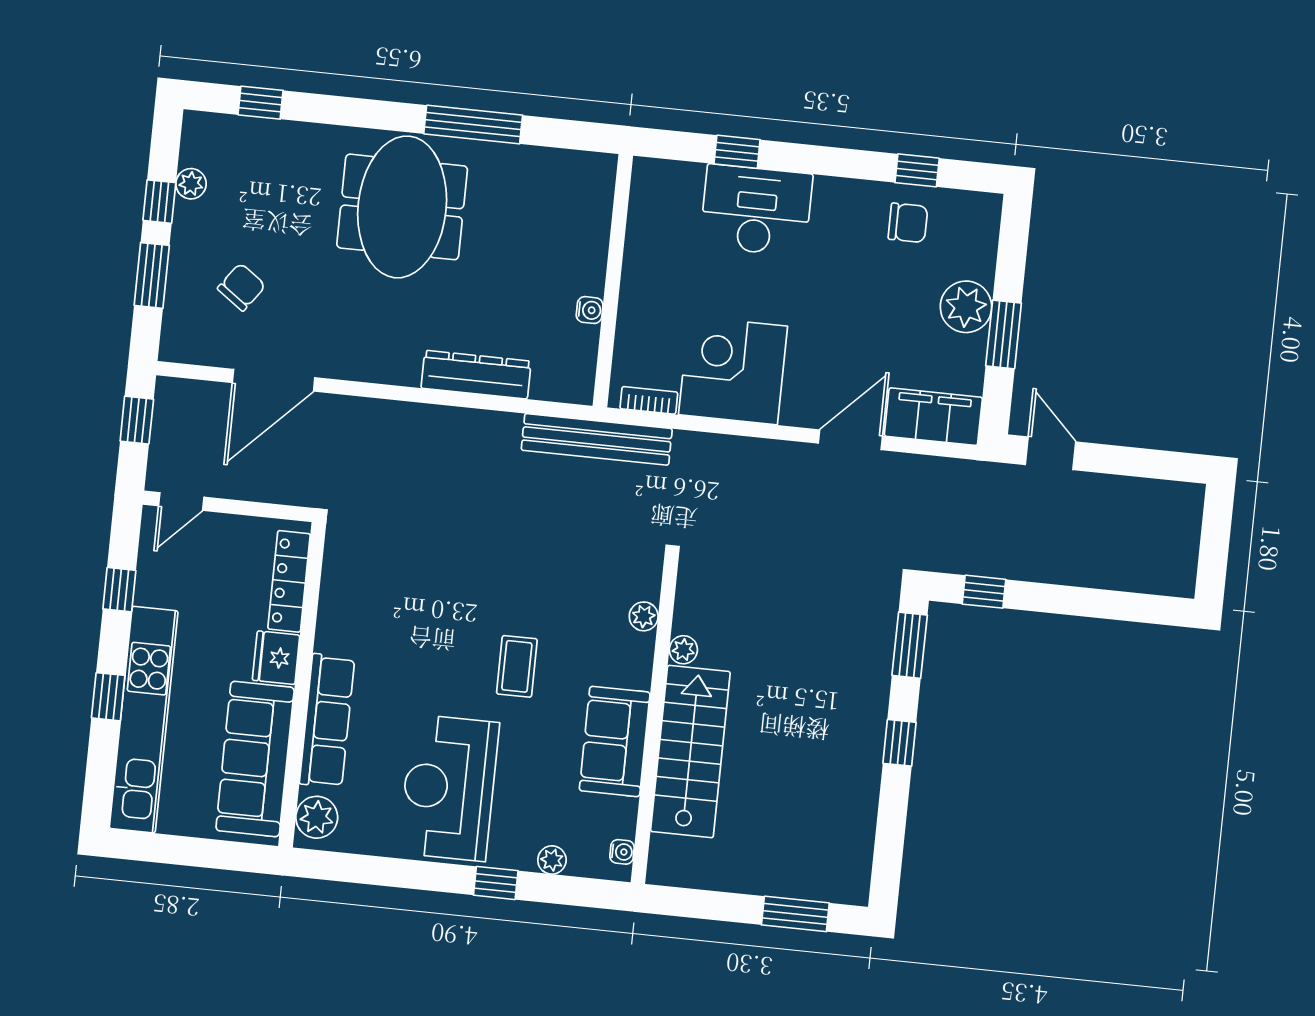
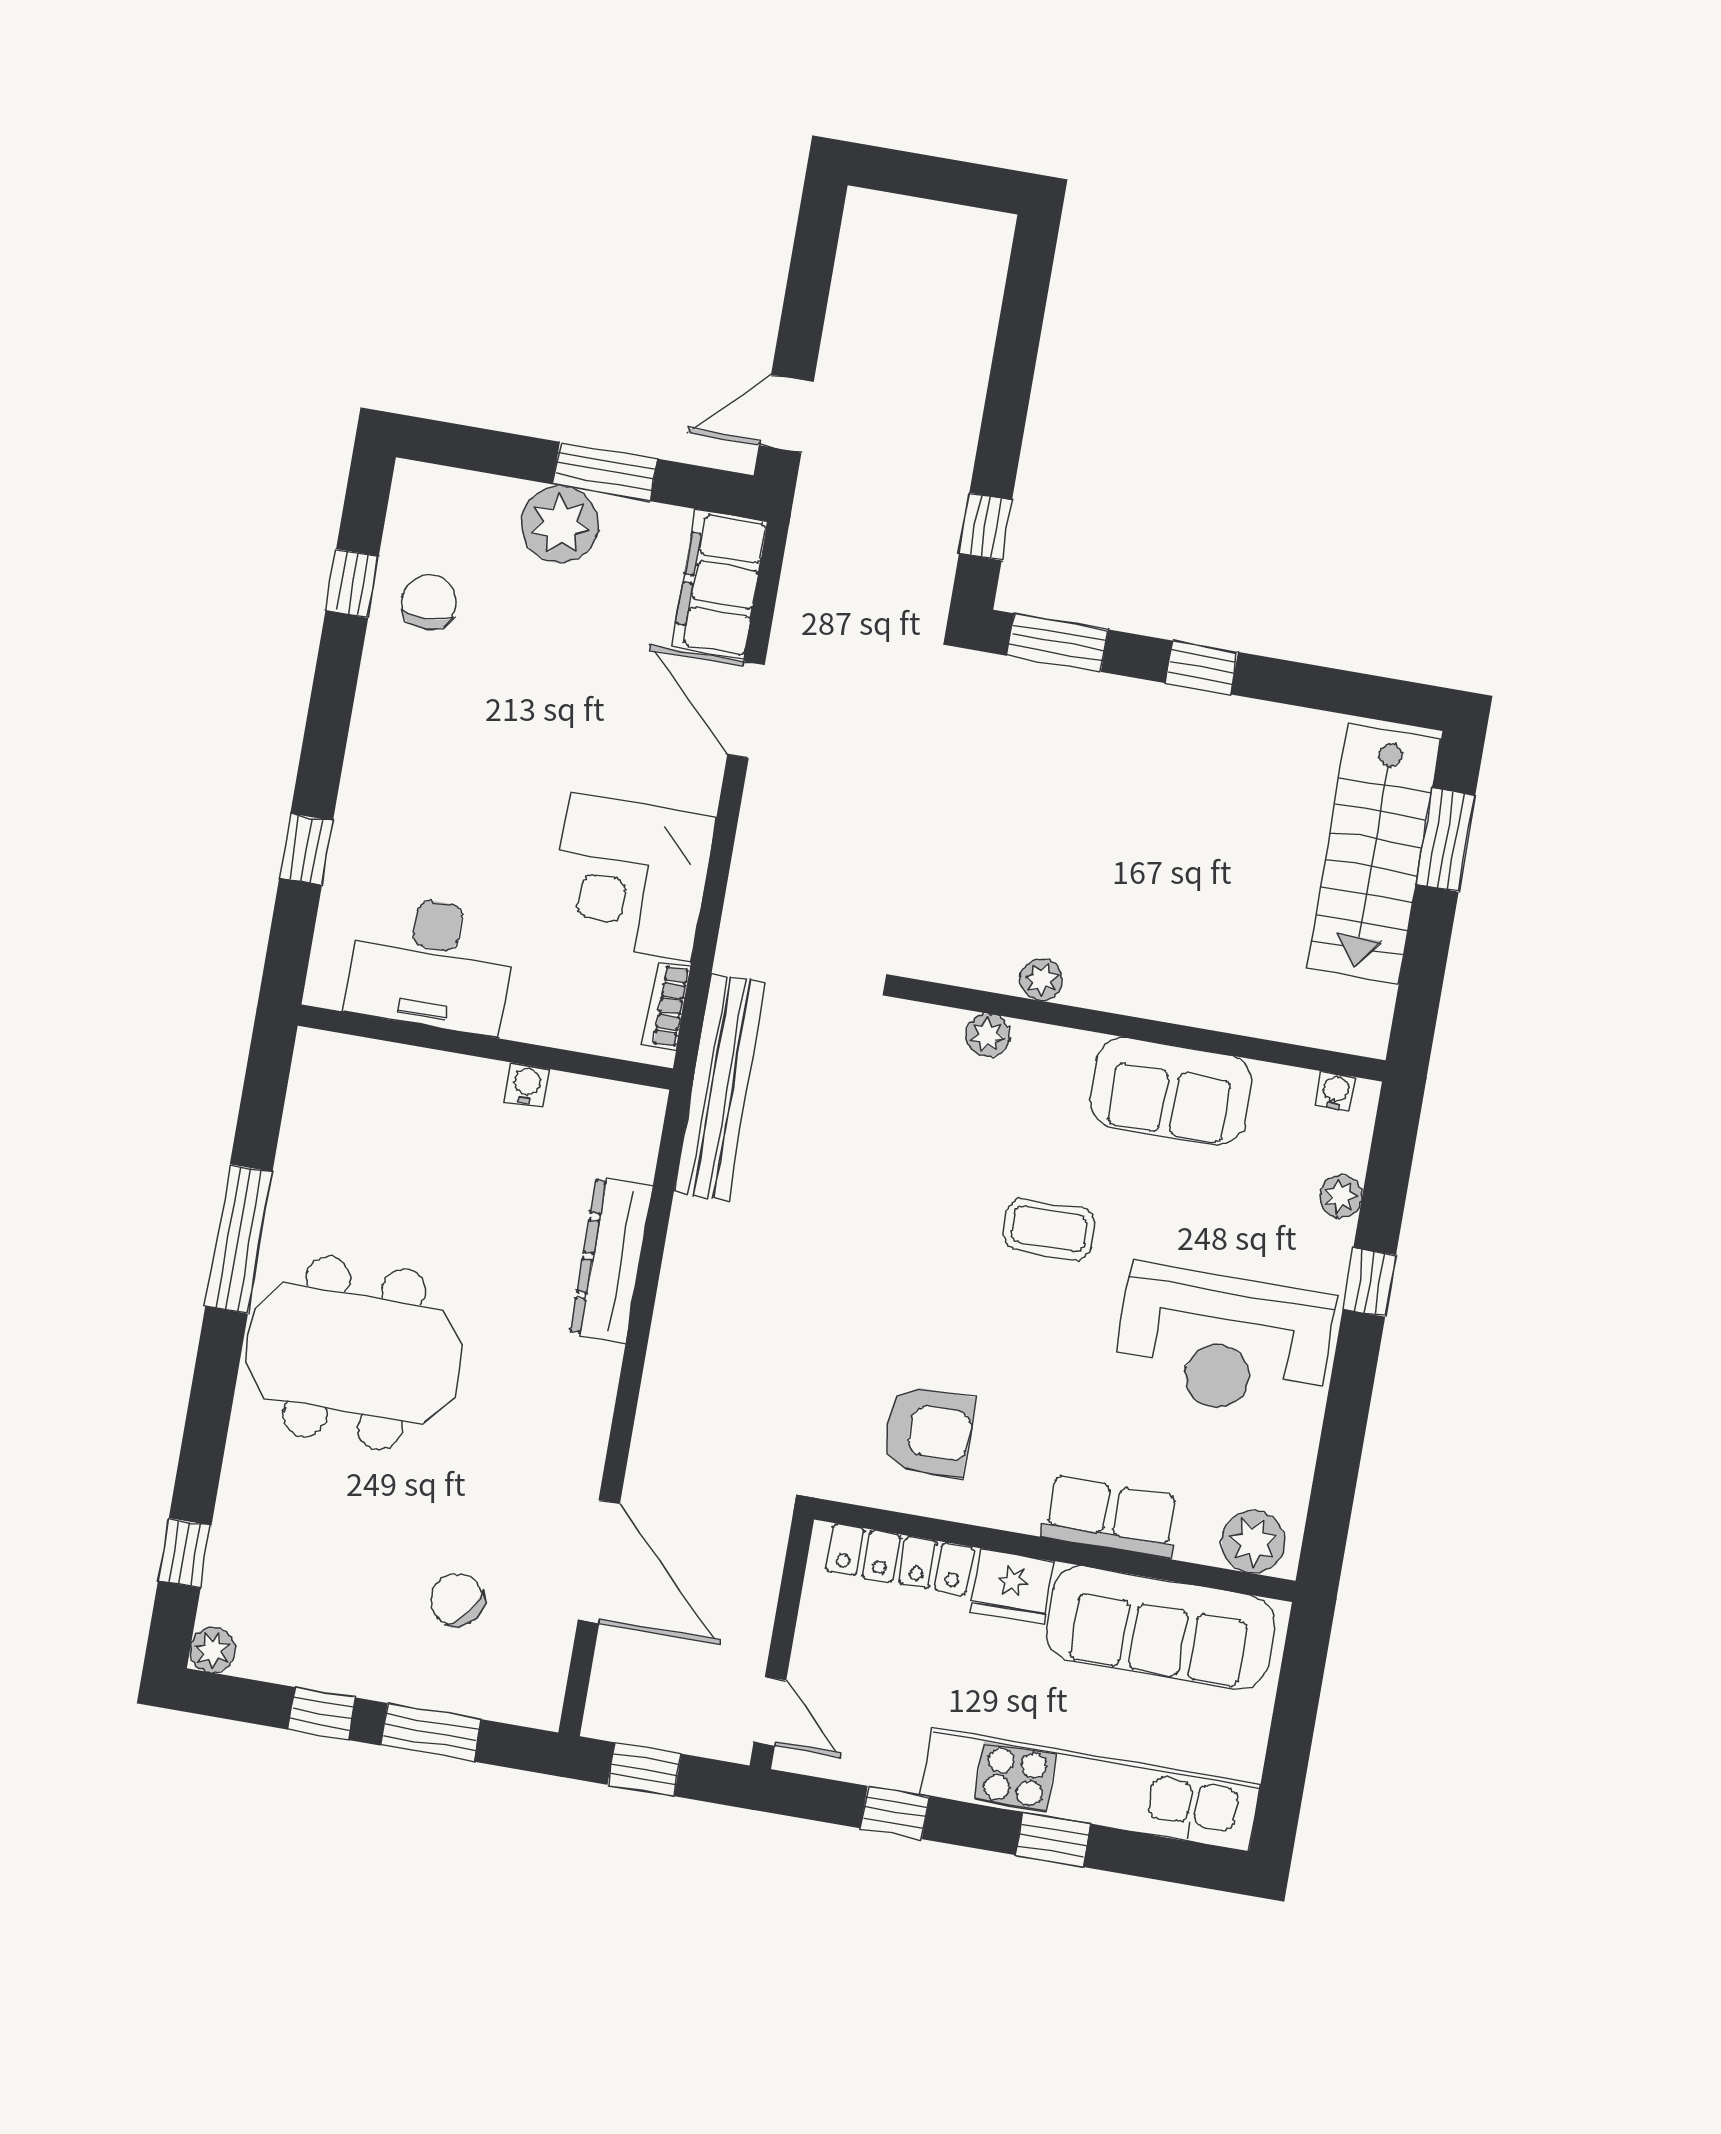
plant: (191, 184) -> (213, 1650), moved
desk: (756, 210) -> (431, 964), moved, turned -90
armchair: (376, 595) -> (928, 1431), added
row of seats: (327, 721) -> (1111, 1517), width x0.68
stairs: (690, 752) -> (1374, 854), moved, turned -90

